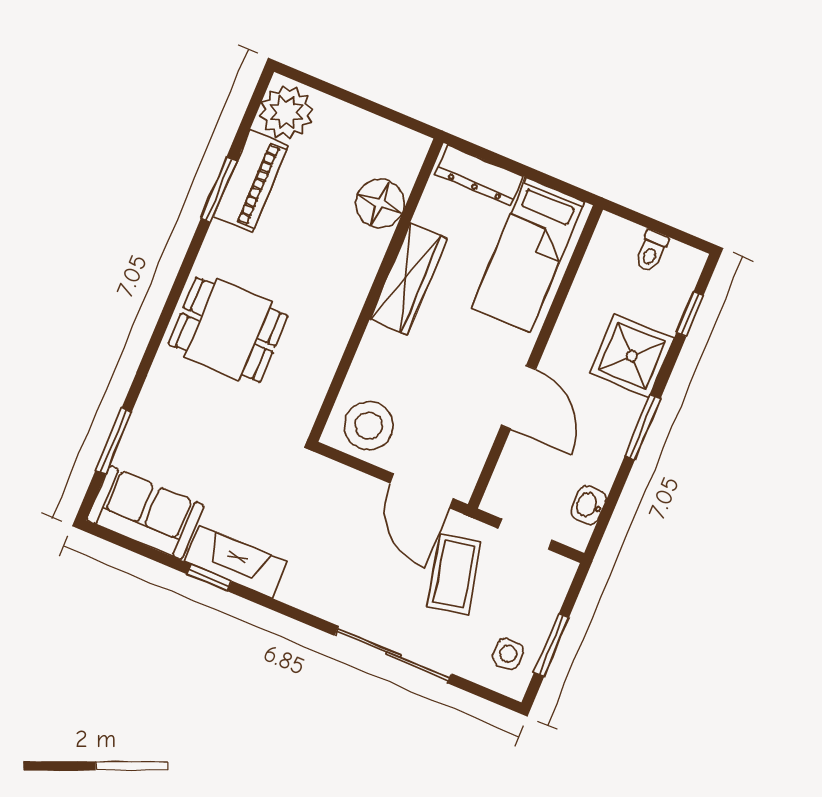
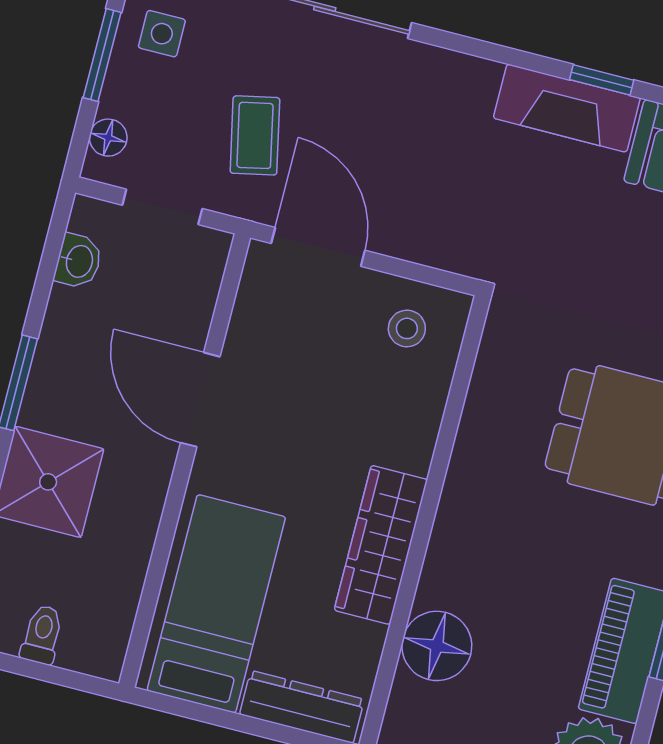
stool: (369, 426) -> (407, 328), width x0.53, depth x0.53
coffee table: (454, 574) -> (255, 135), width x0.73, depth x0.77
floor lamp: (556, 587) -> (108, 138), added

